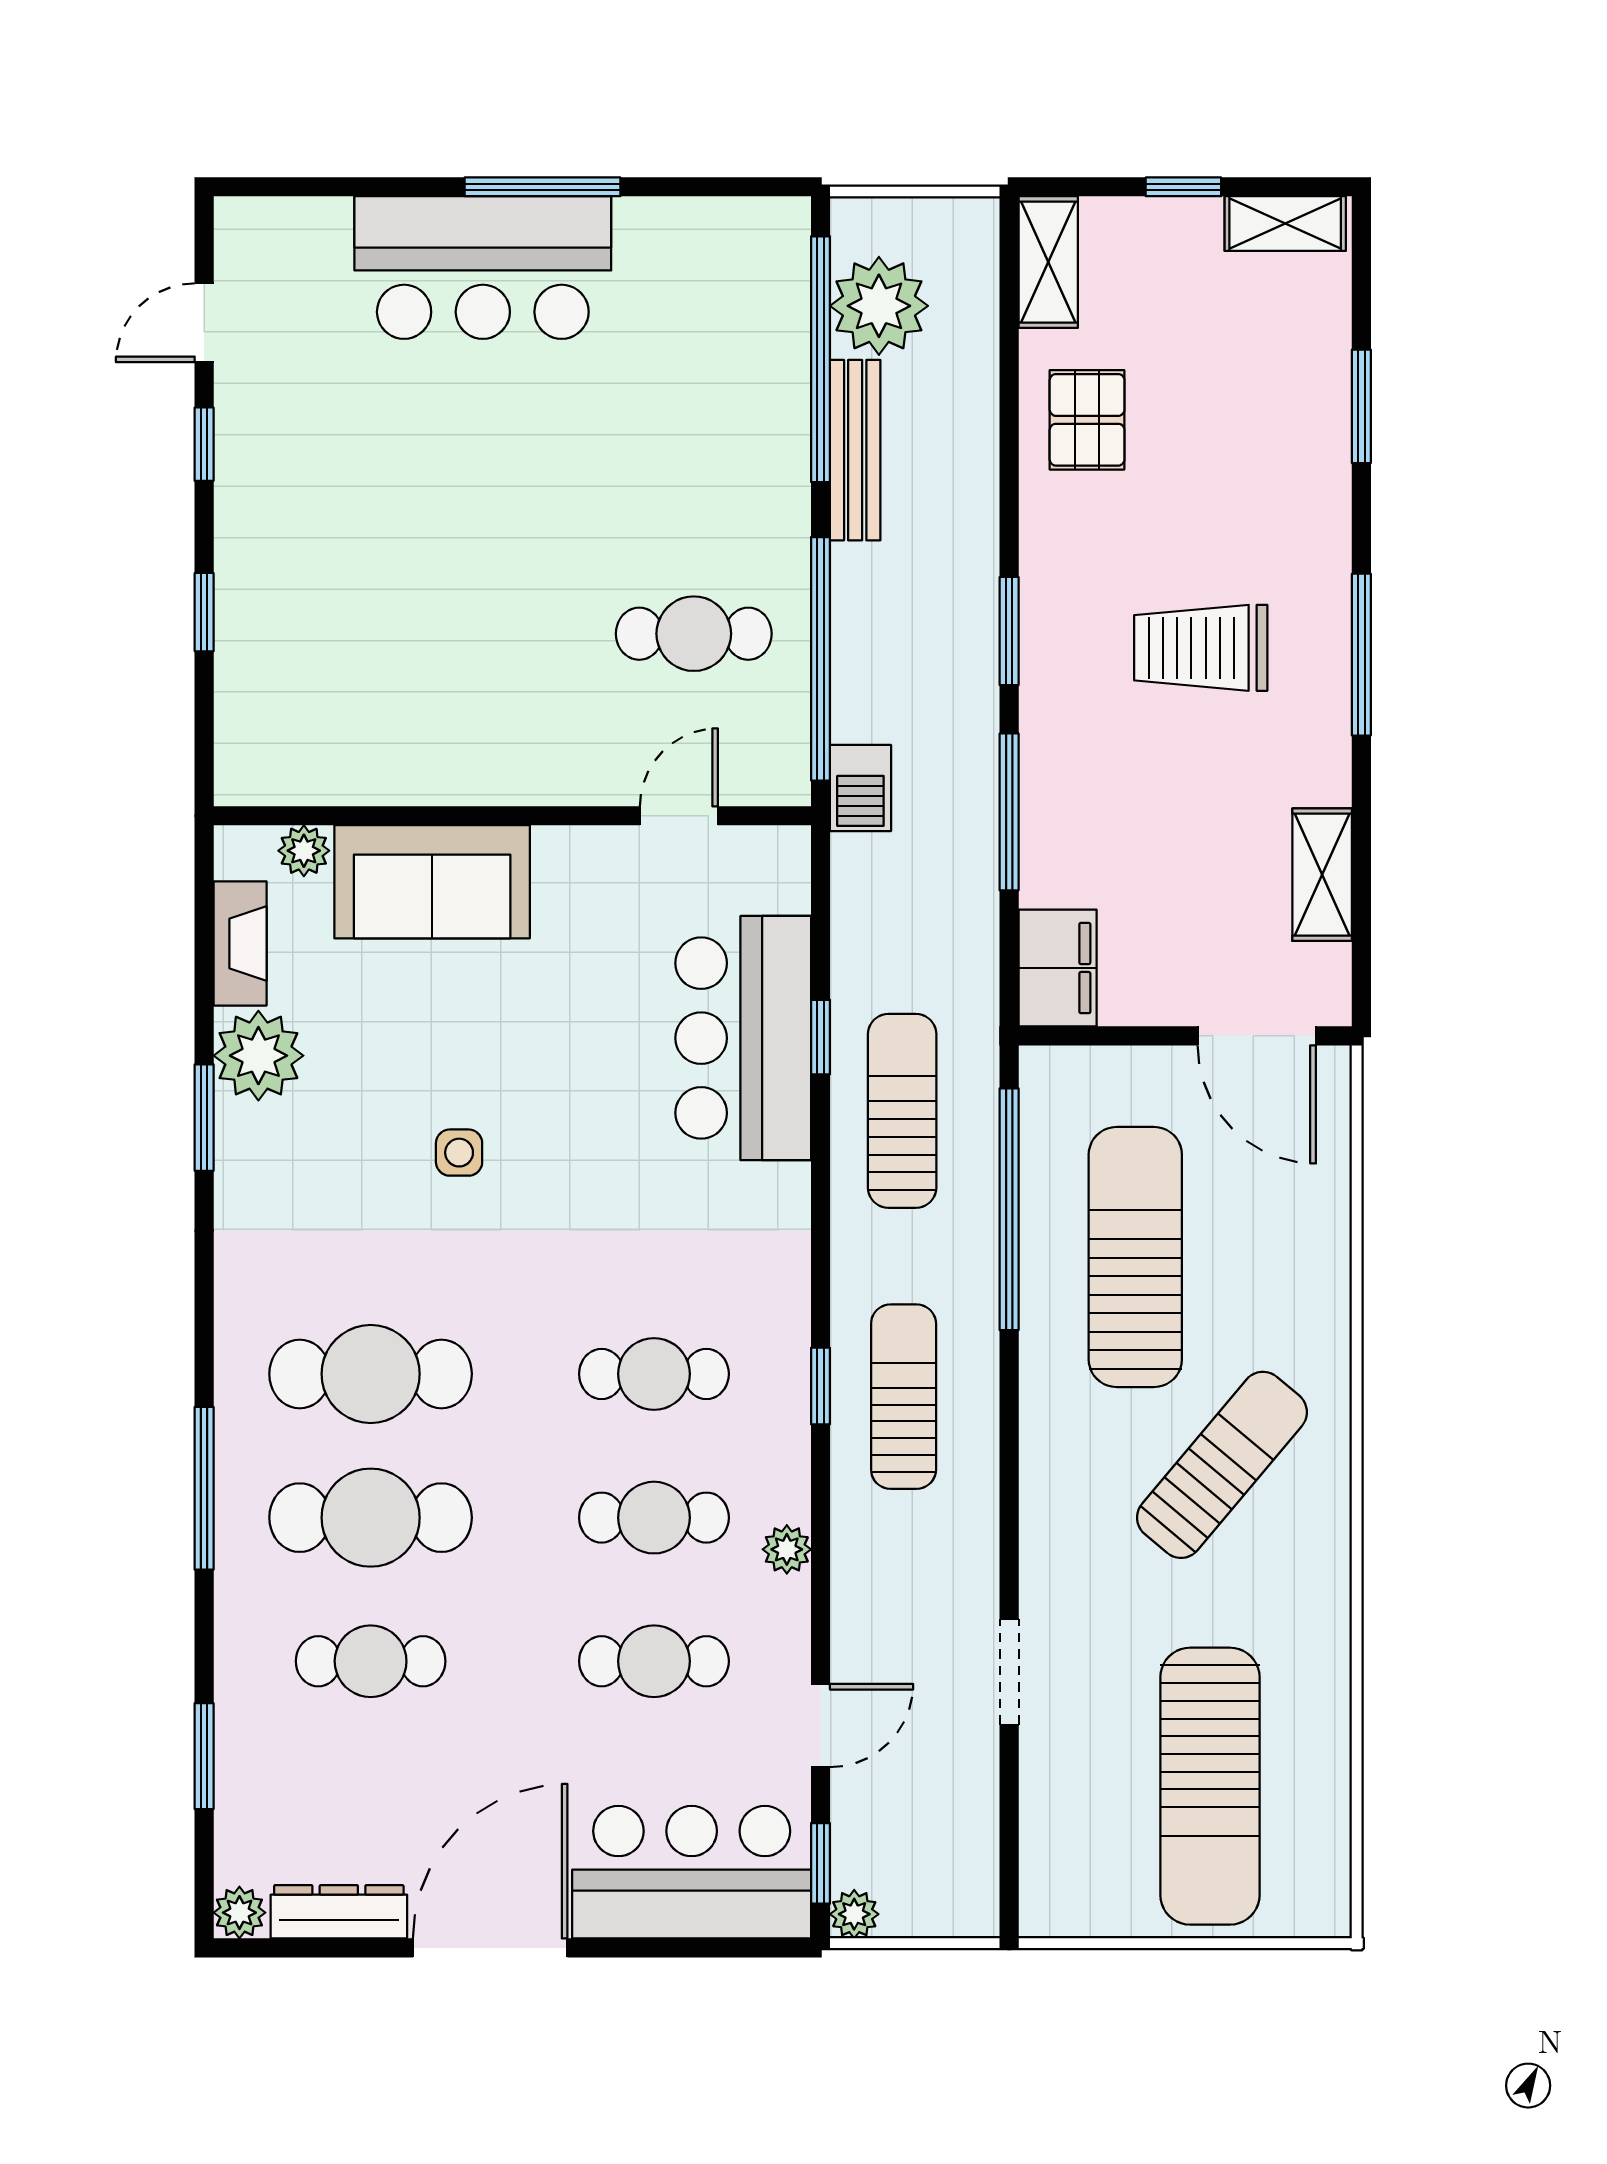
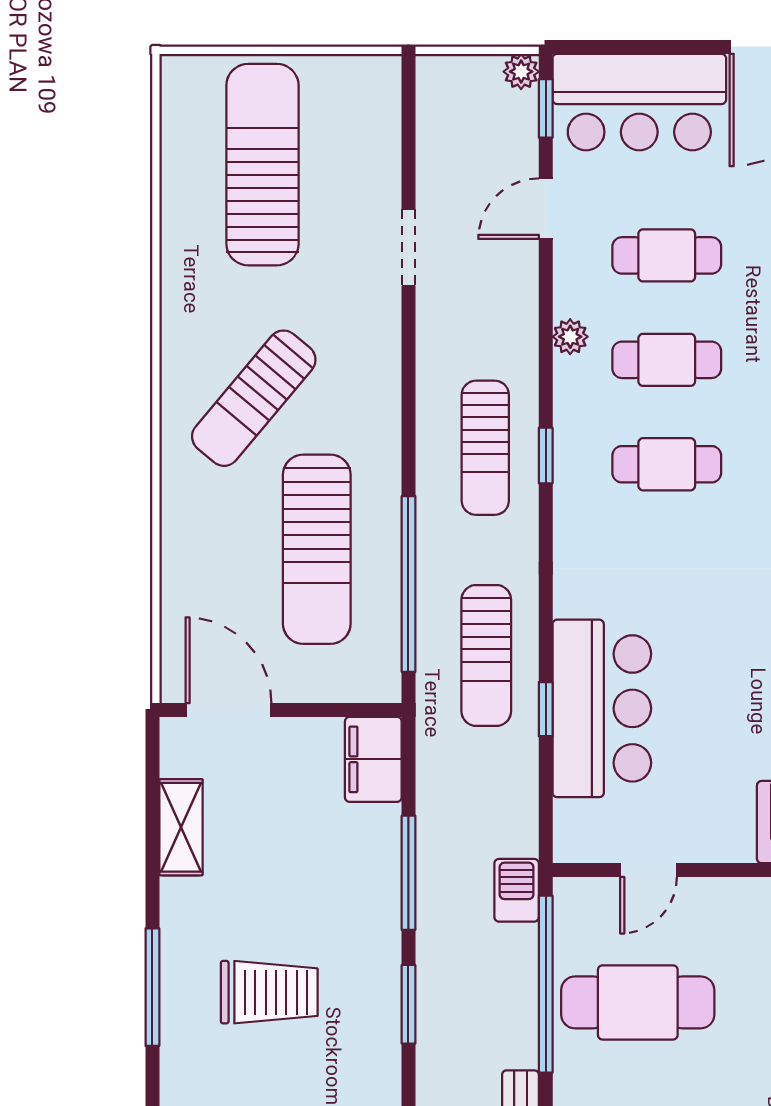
cafe table: (694, 634) -> (638, 1002), width x1.37, depth x1.35

